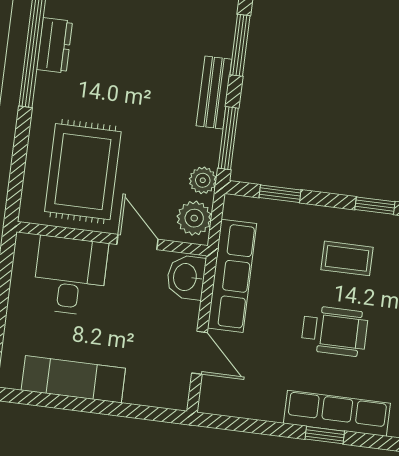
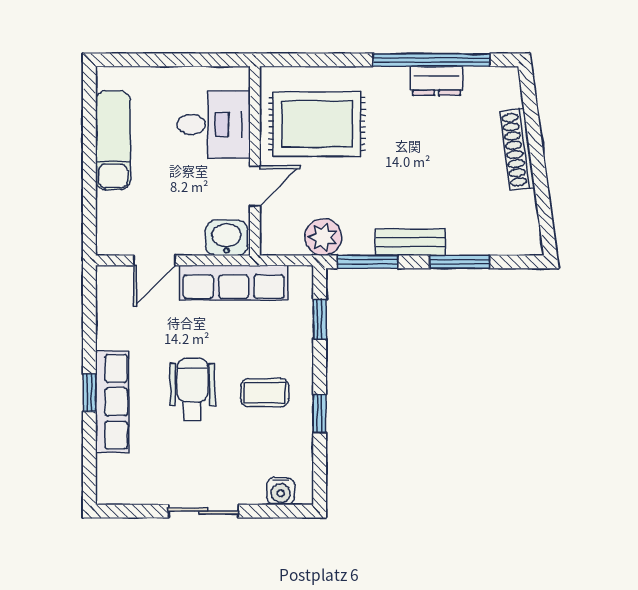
plant: (203, 180) -> (323, 237), width x1.38, depth x1.38
plant: (194, 218) -> (285, 238), removed
coffee table: (347, 258) -> (265, 393), turned 90
wheelchair: (335, 331) -> (192, 389), turned 180

